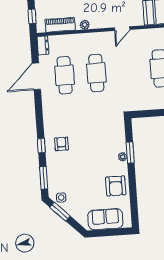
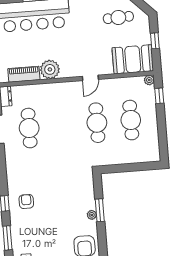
plant: (85, 25) -> (50, 69), width x1.87, depth x1.87
cafe table: (96, 73) -> (97, 123), moved

